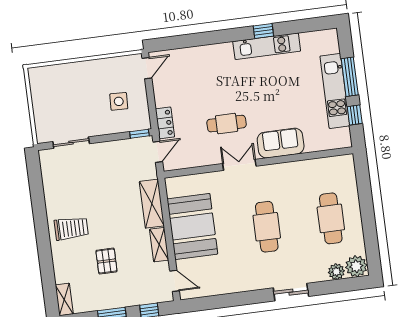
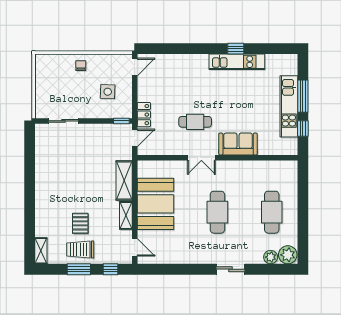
chair: (83, 75) -> (81, 66), added
double door: (239, 165) -> (201, 158), swing flipped
trolley: (71, 228) -> (80, 250), moved, turned 180

